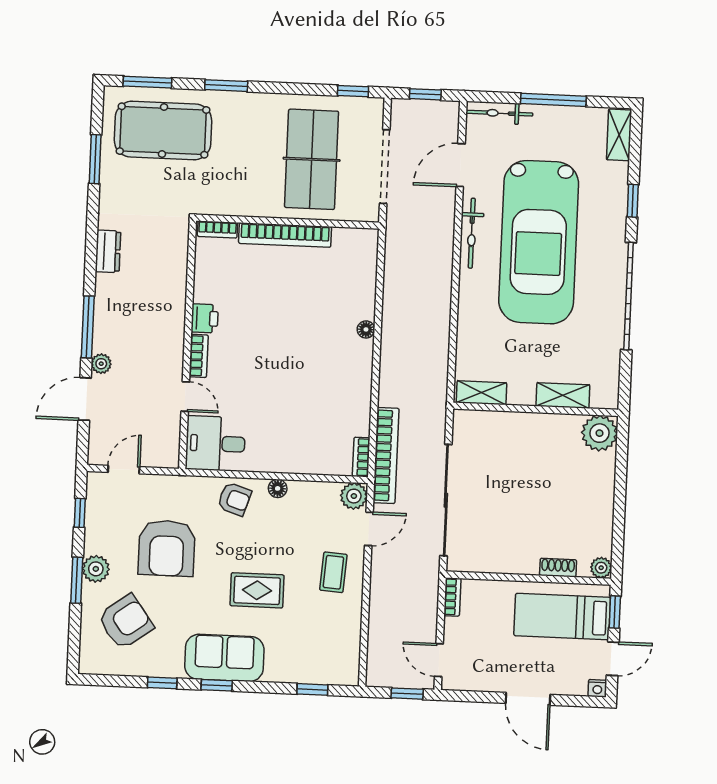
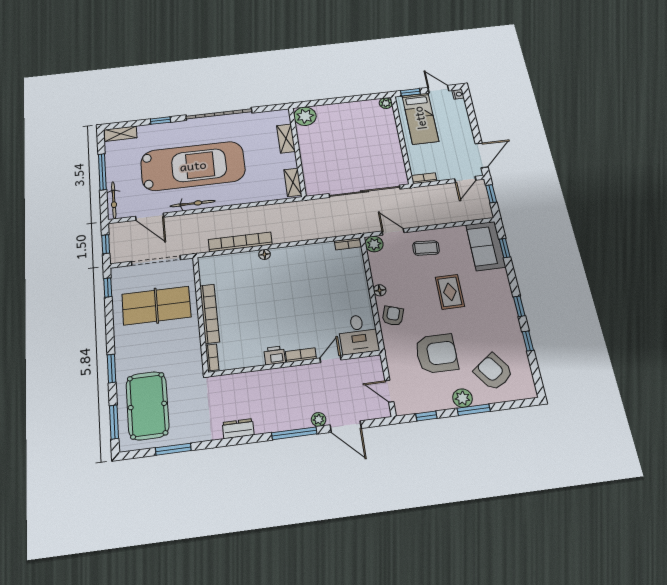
bookcase: (386, 455) -> (240, 242), moved
shoe rack: (558, 568) -> (391, 125), removed
sofa: (224, 658) -> (486, 246), moved
door: (528, 699) -> (482, 155), moved

